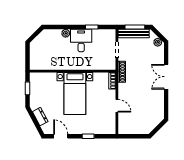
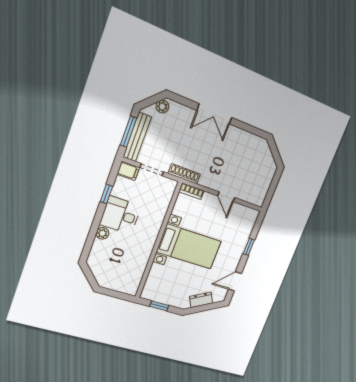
filing cabinet: (111, 35) -> (128, 171), added
door: (117, 106) -> (226, 197), swing flipped

